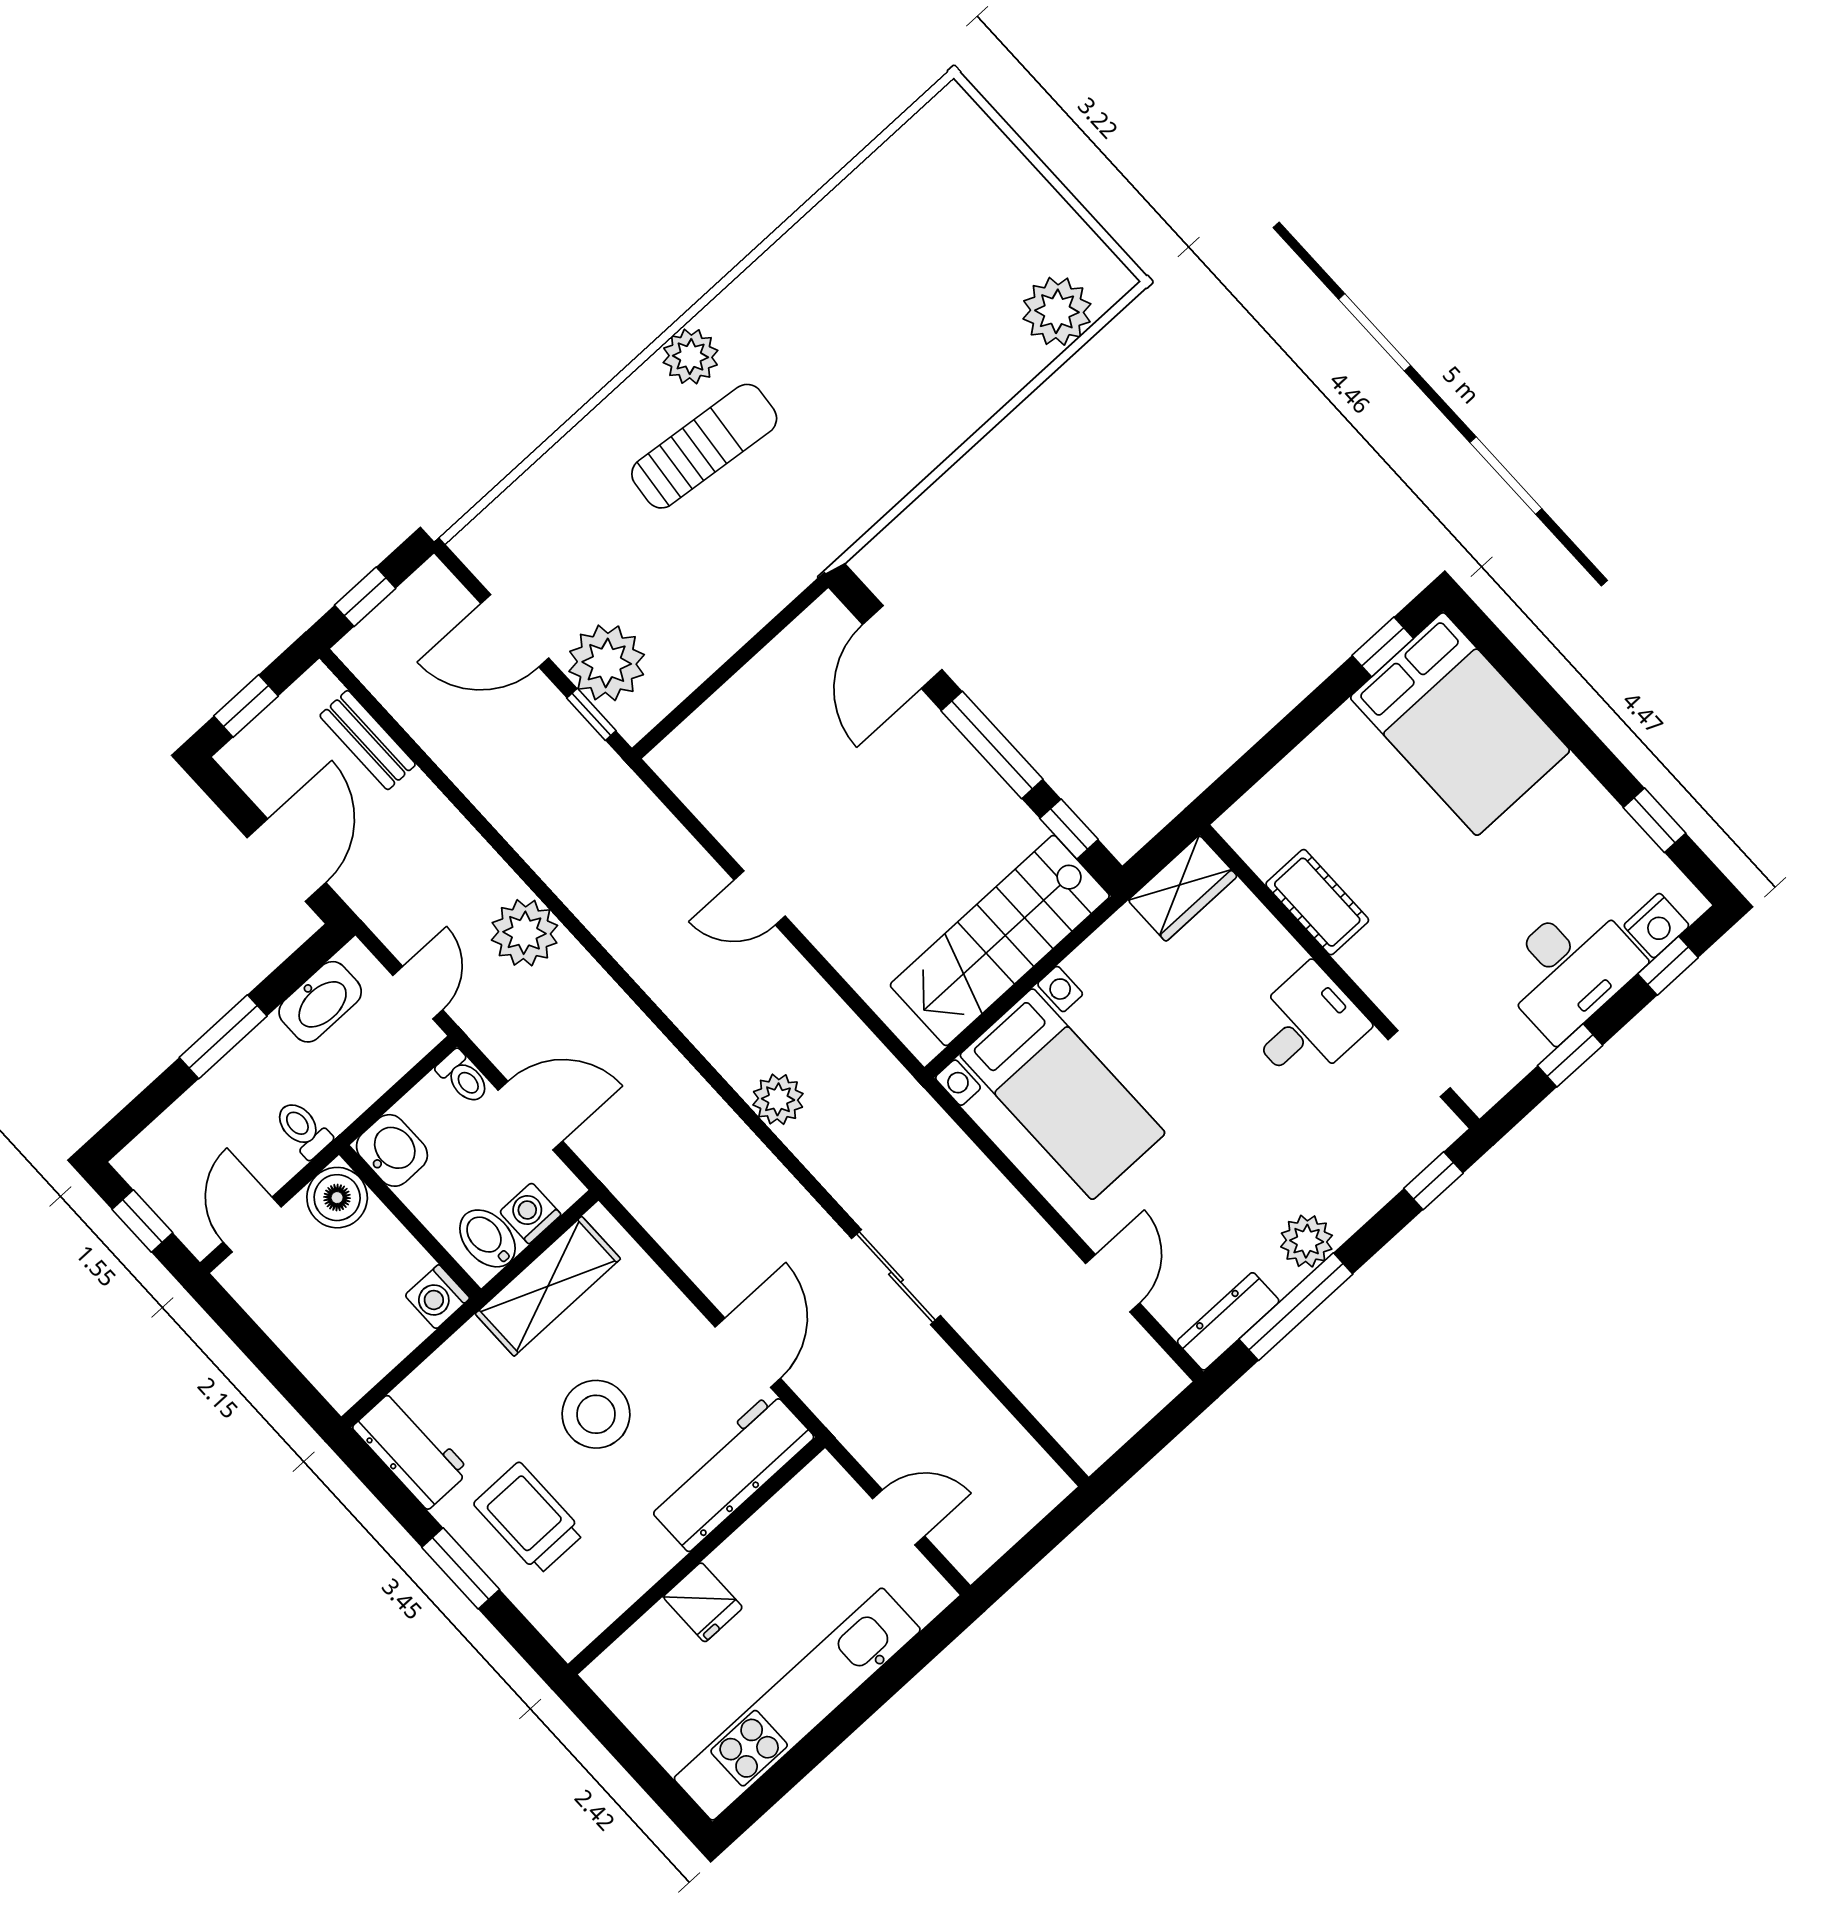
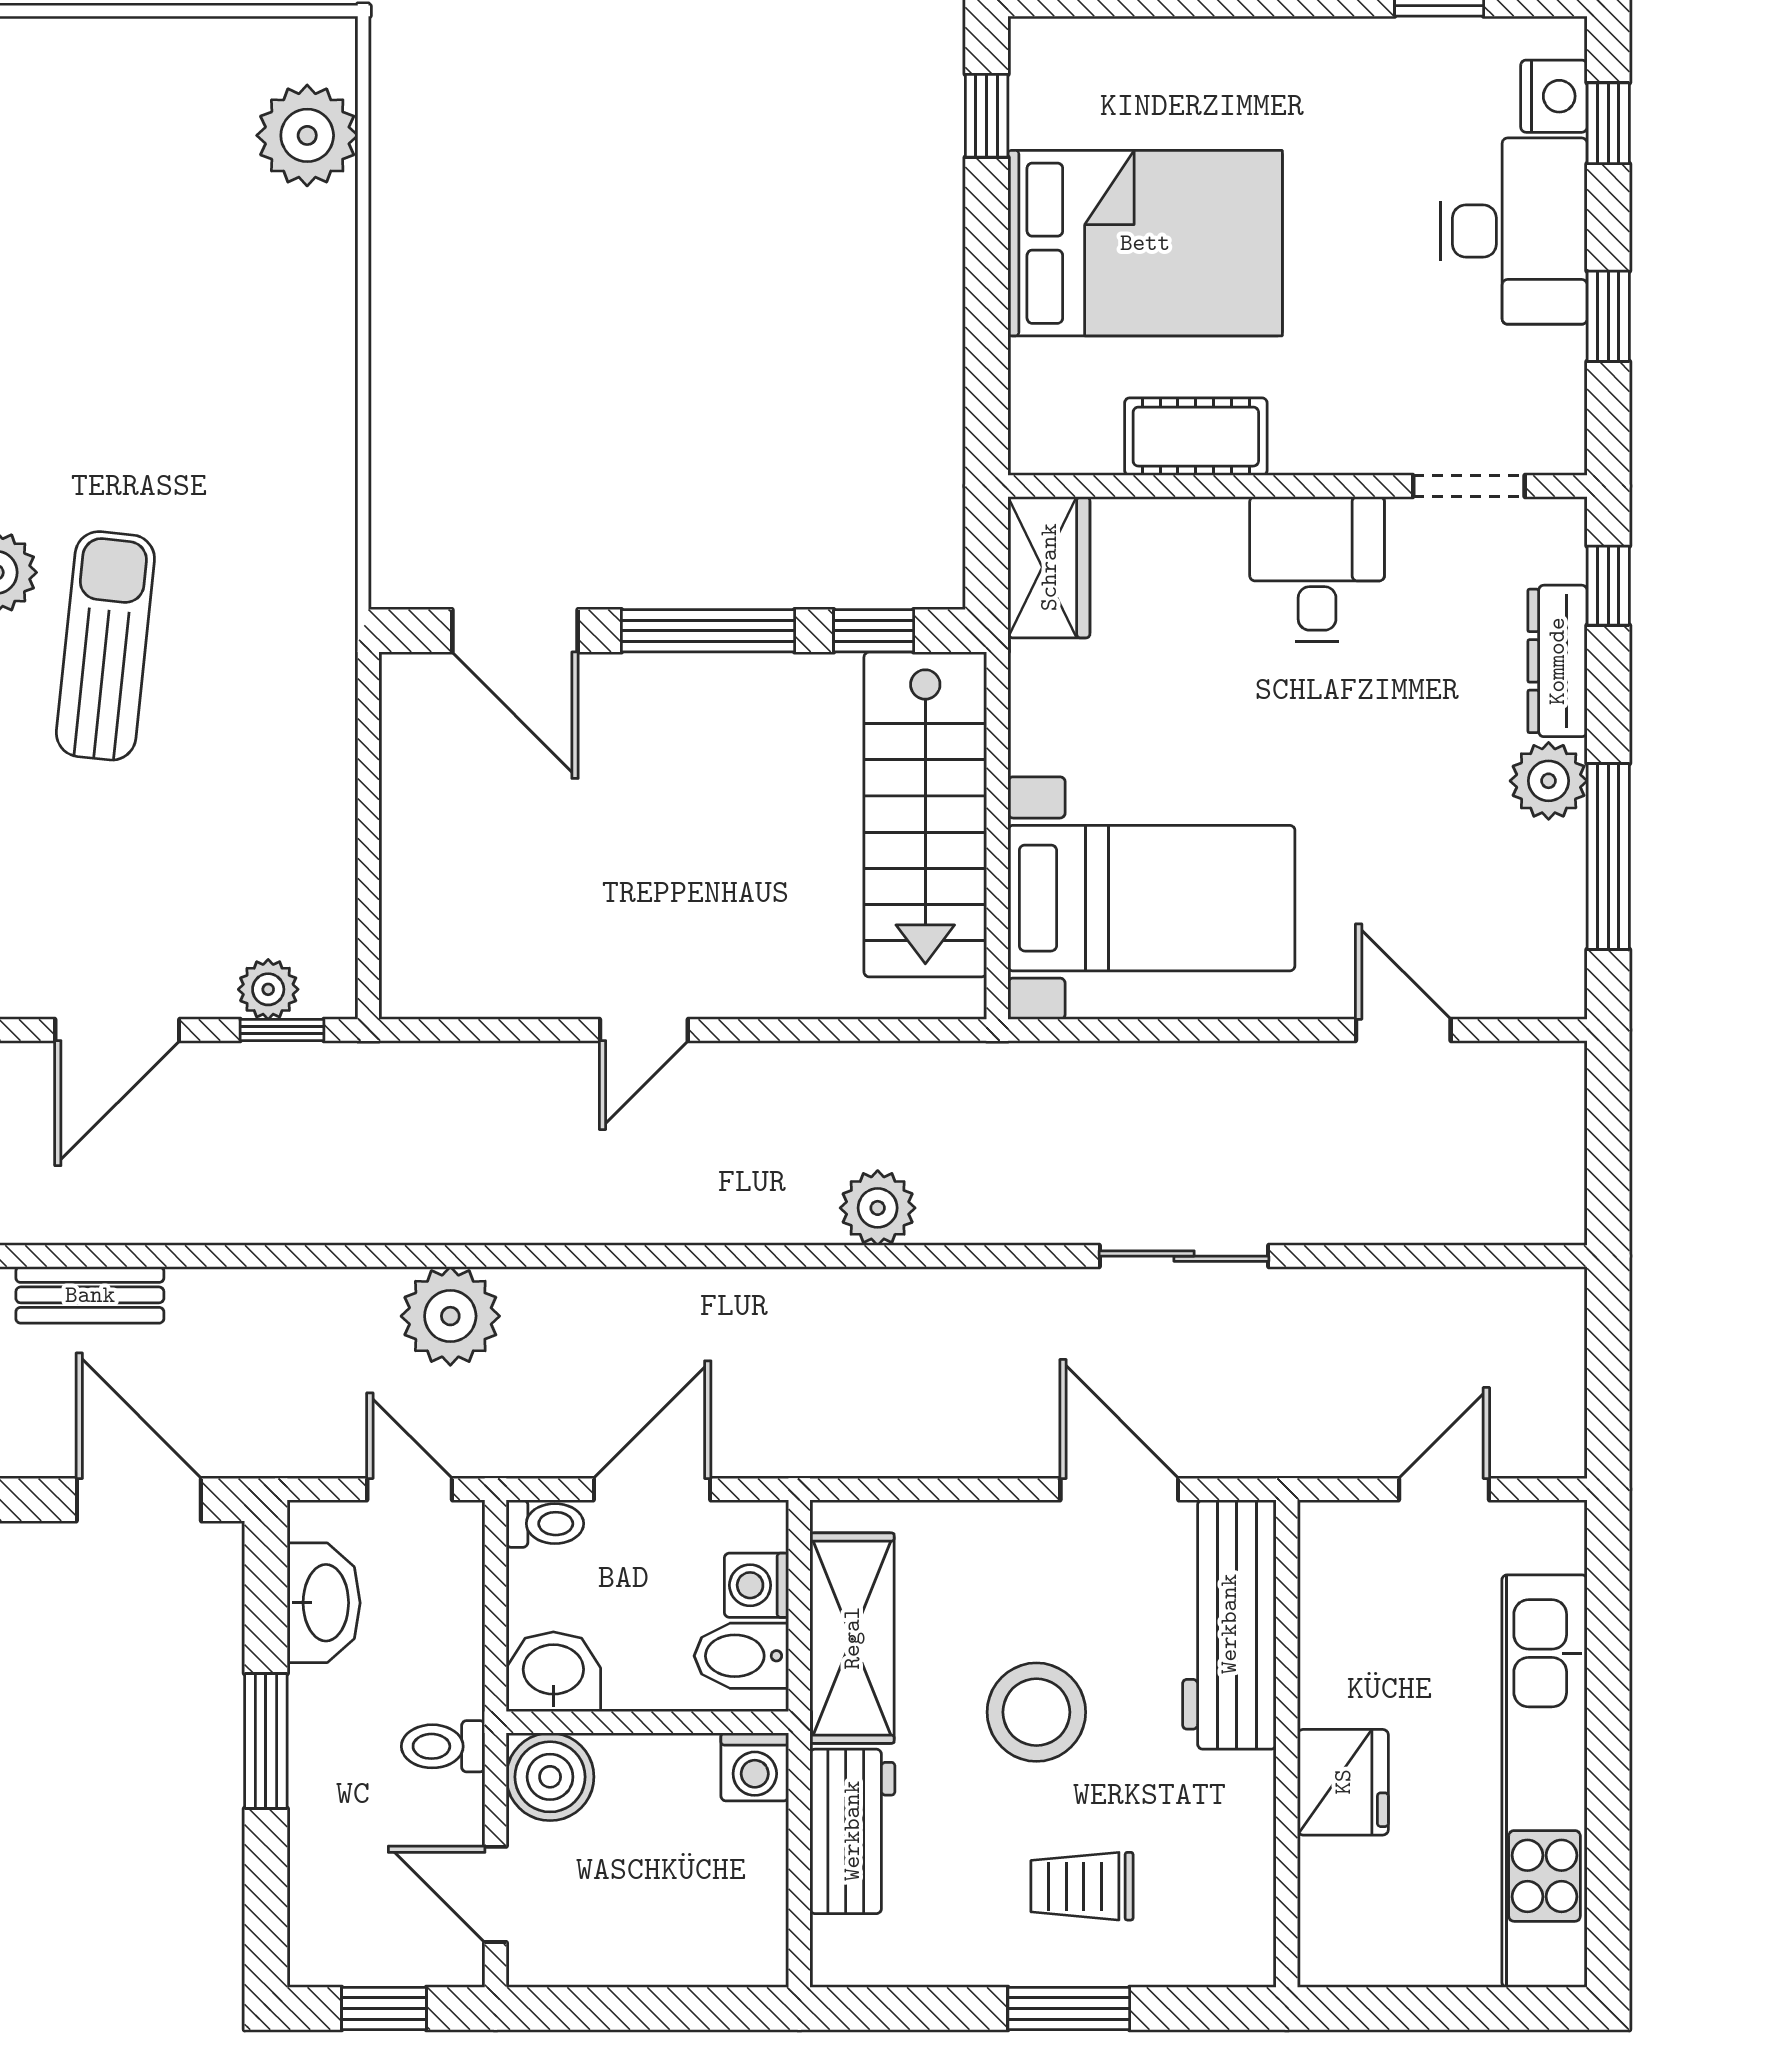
plant: (607, 663) -> (268, 989), width x0.53, depth x0.53
bed: (1460, 724) -> (1145, 243), moved
dresser: (1228, 1321) -> (1557, 661), moved
workbench: (411, 1449) -> (852, 1831), moved, turned 90
trolley: (529, 1518) -> (1082, 1886), width x0.73, depth x0.72
fridge: (703, 1602) -> (1343, 1782), width x1.38

